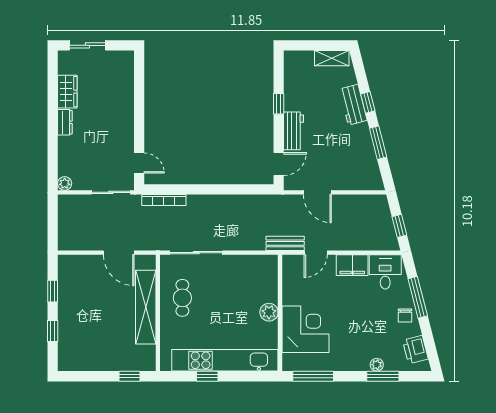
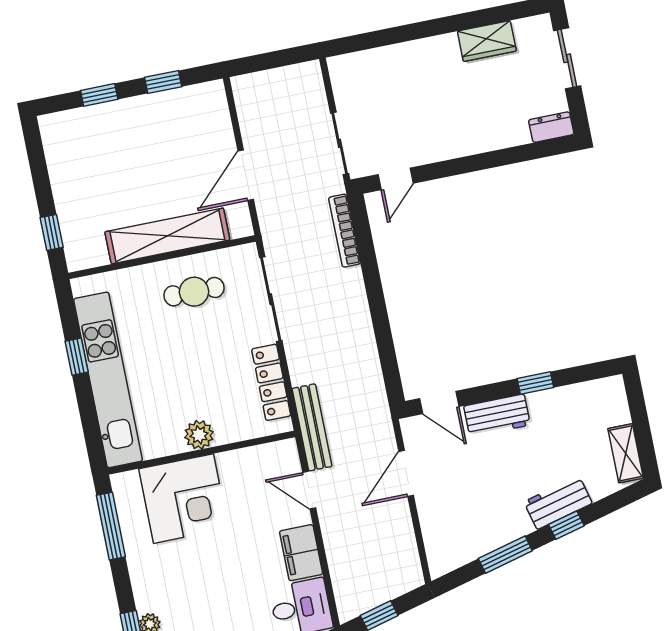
dresser: (65, 122) -> (551, 127), moved, turned 180
plant: (65, 183) -> (339, 66), removed
bench: (285, 243) -> (312, 427), width x1.36
locker: (246, 262) -> (271, 382), added

